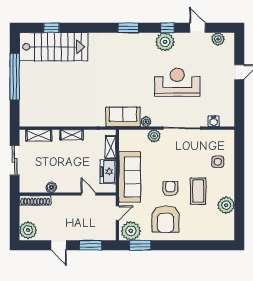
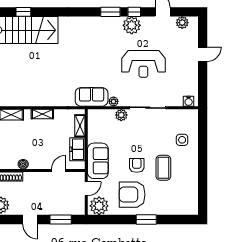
window: (128, 28) -> (110, 12), moved
reception desk: (177, 82) -> (143, 64), turned 180
water cooler: (214, 121) -> (189, 101), moved
sofa: (130, 177) -> (98, 161), width x0.73
door: (88, 194) -> (59, 171), hinge flipped
plant: (226, 205) -> (190, 181), removed
armchair: (165, 219) -> (132, 195), turned 90
window: (140, 245) -> (146, 219), moved

